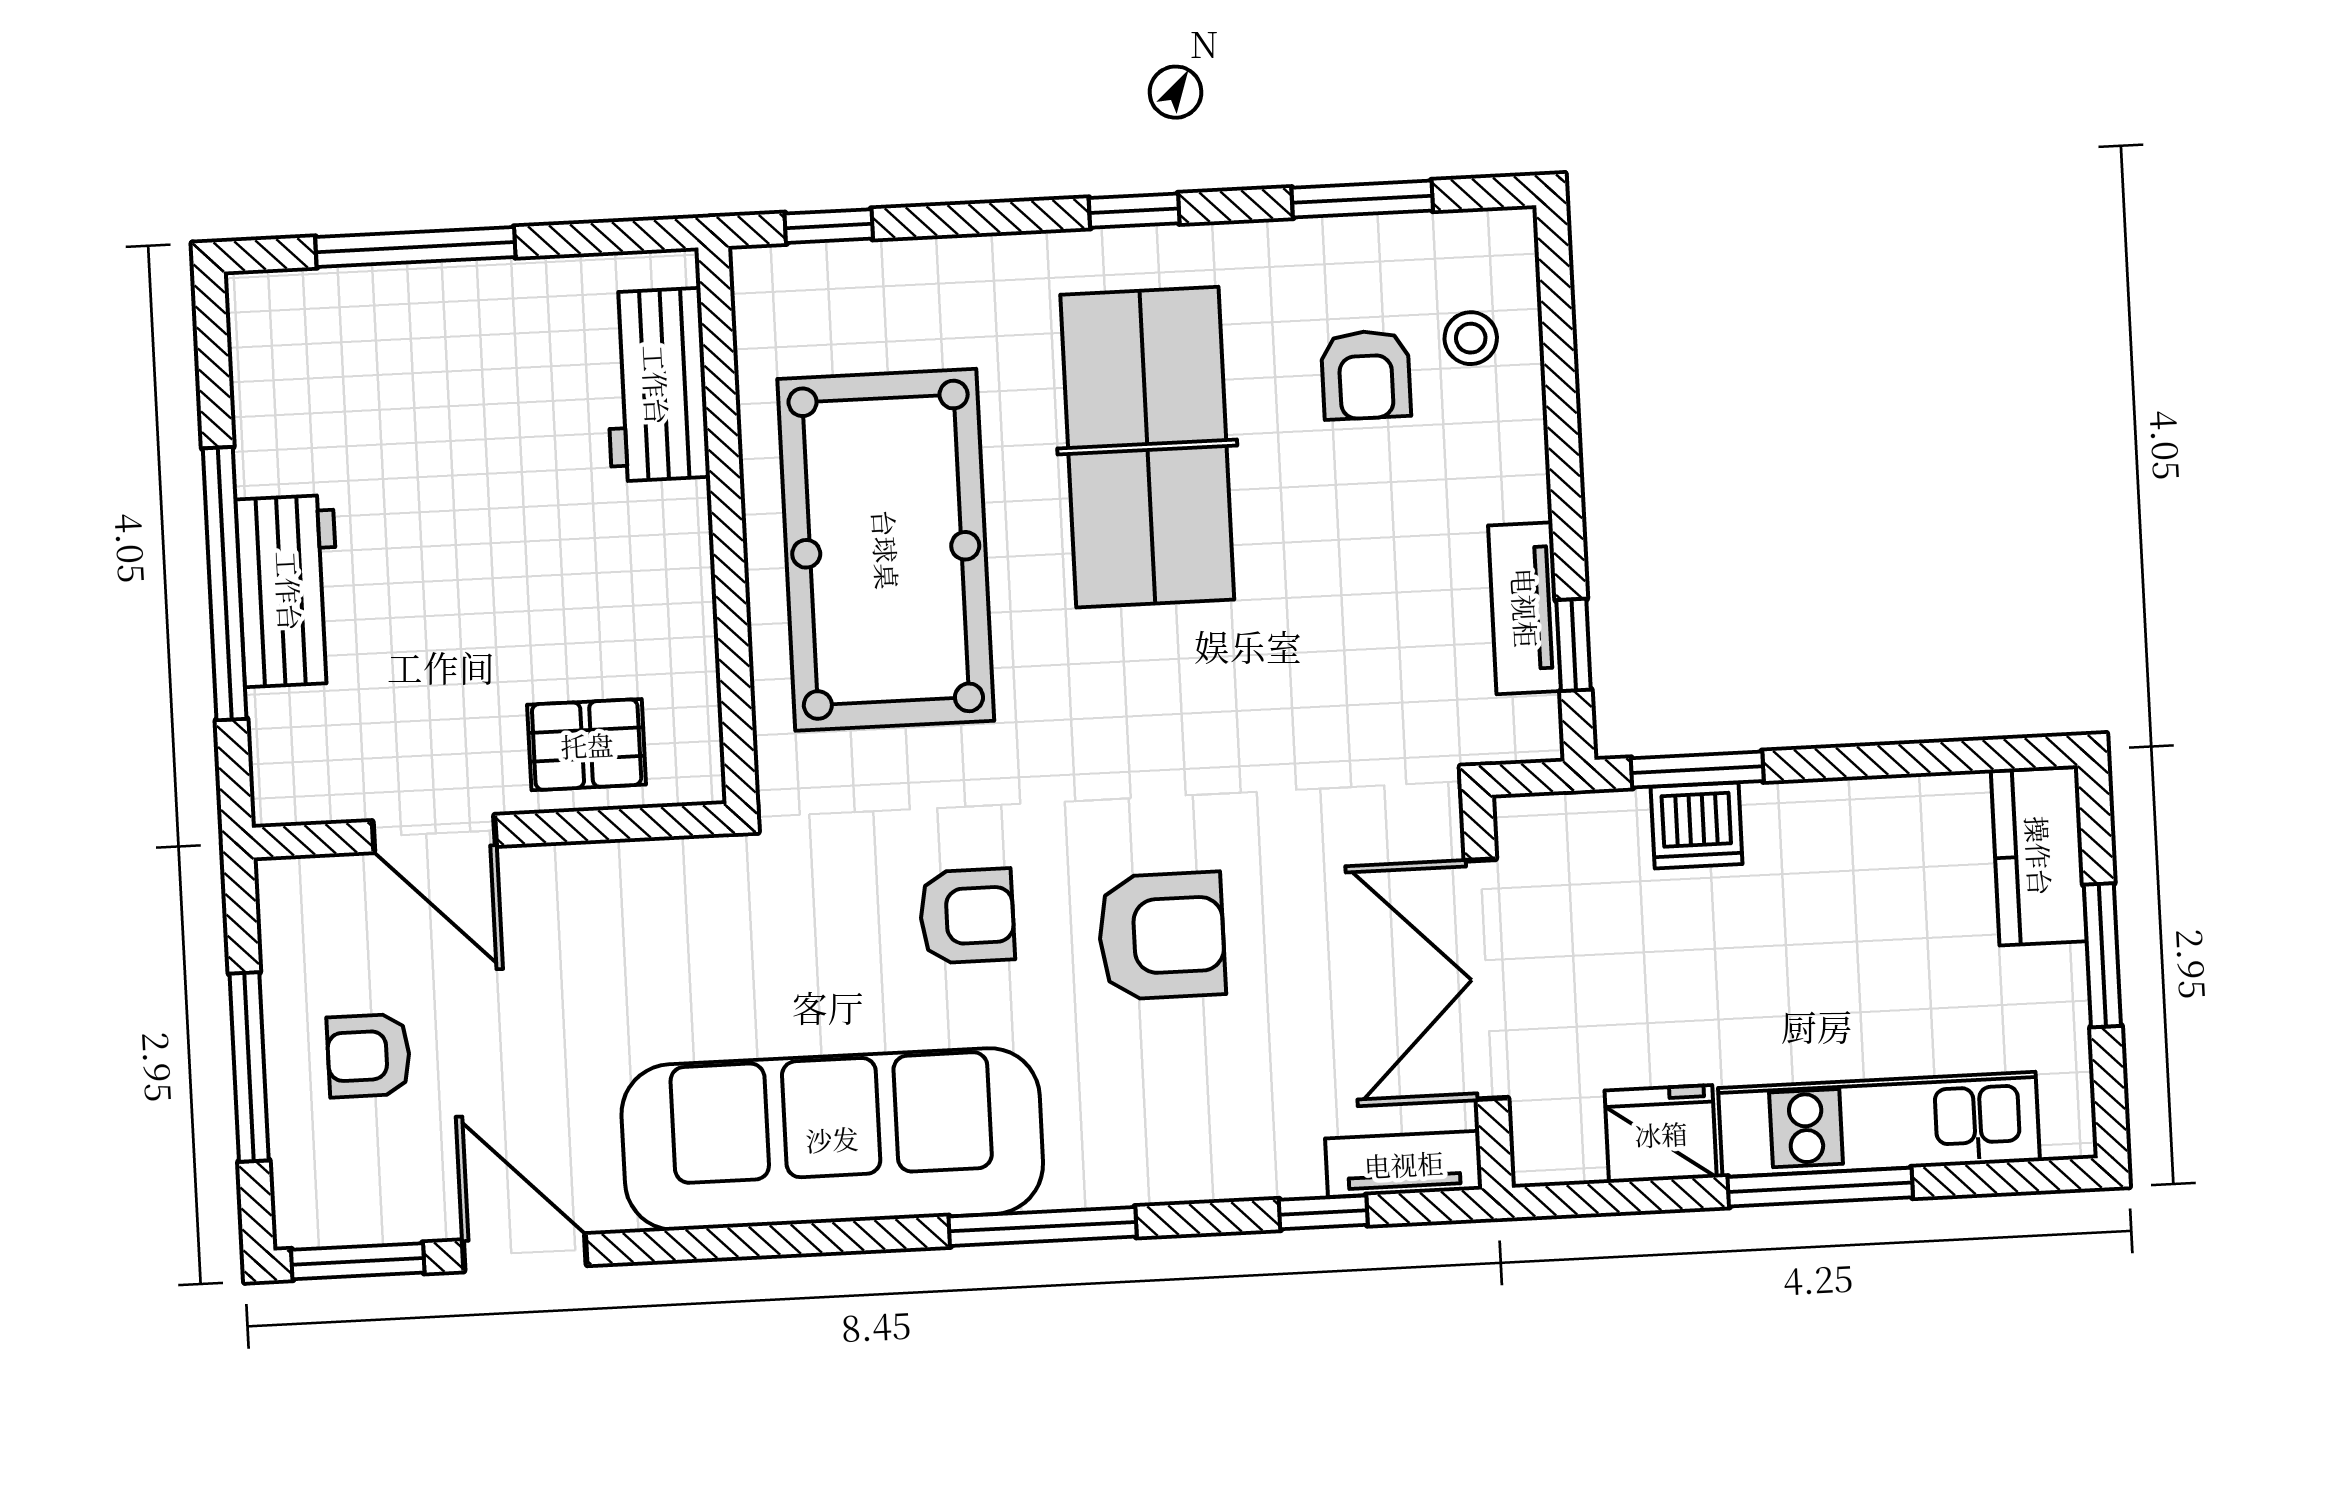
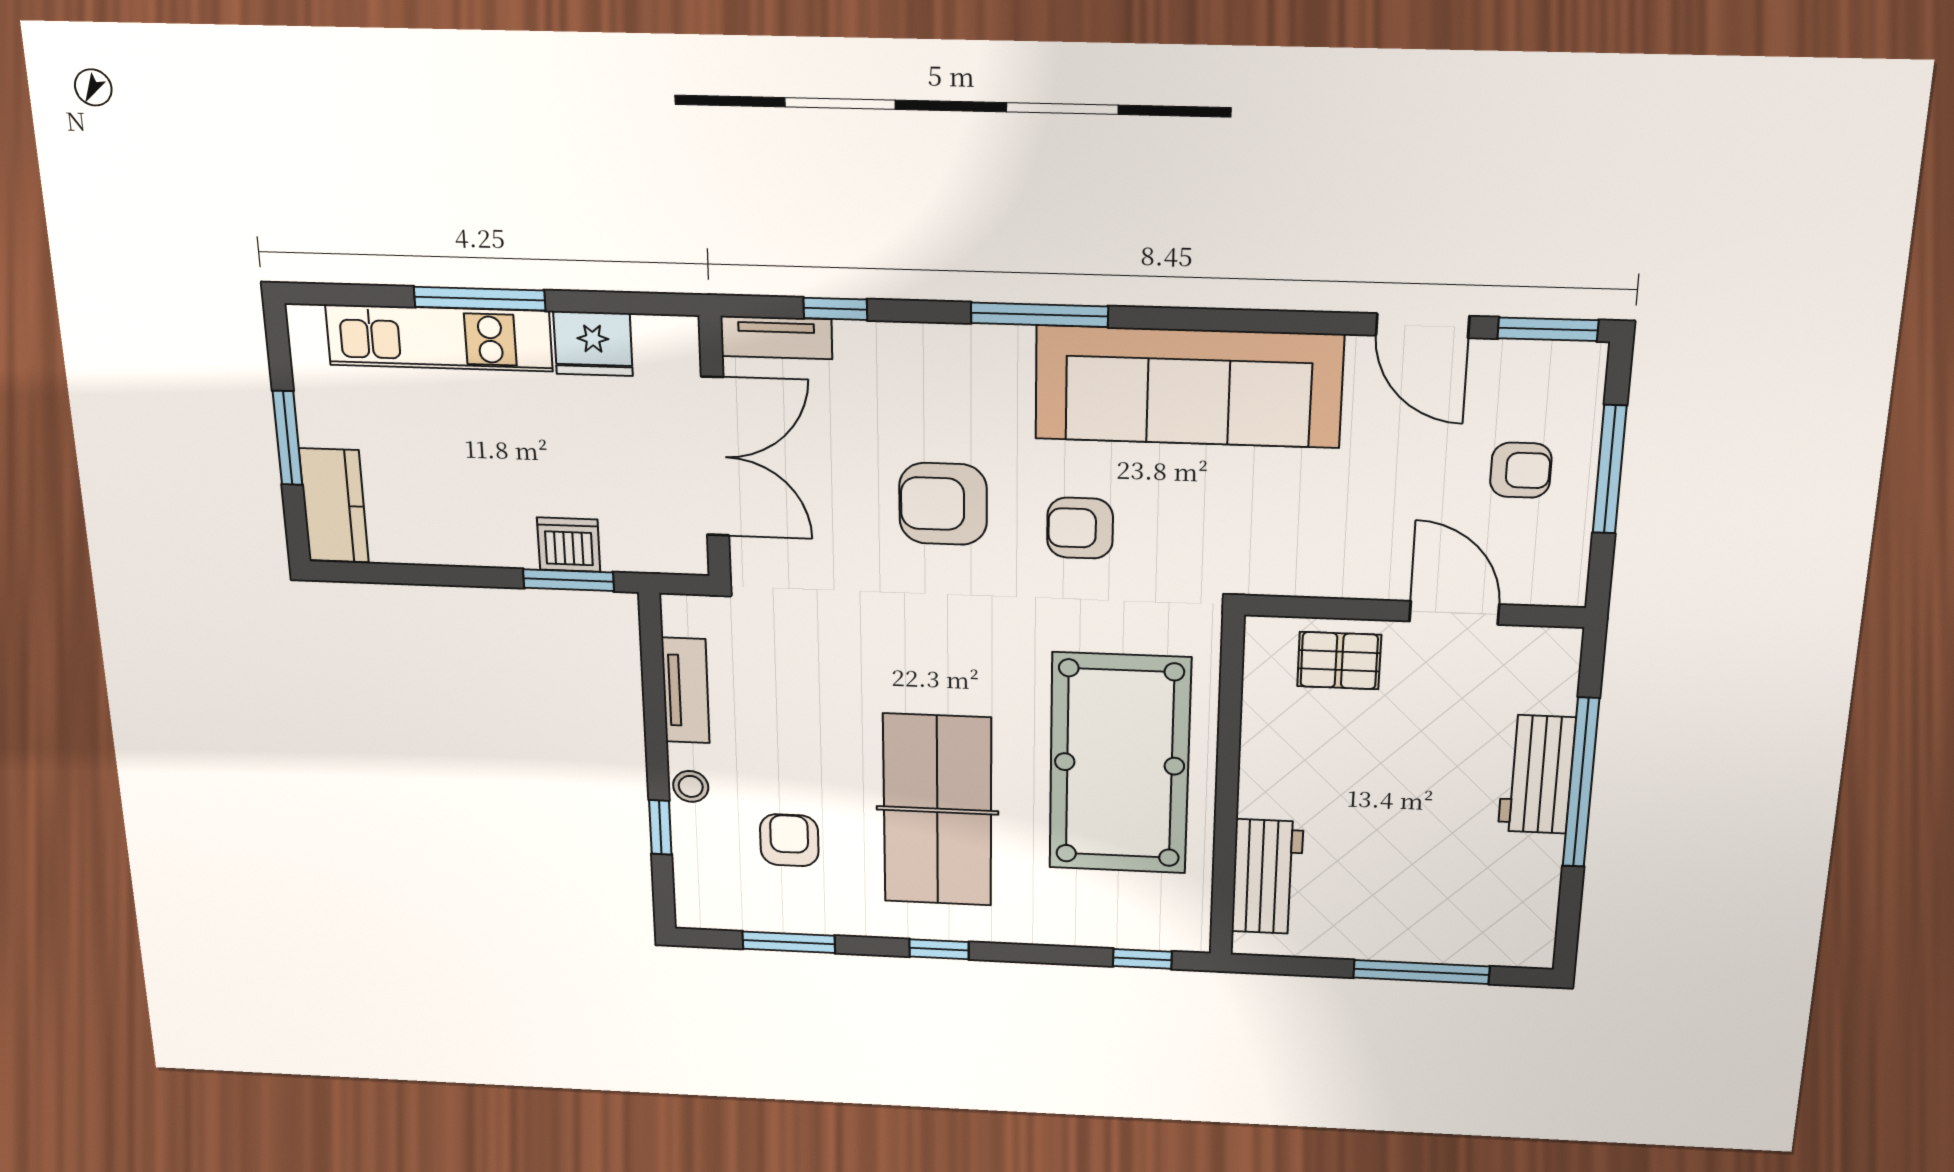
stool: (1471, 338) -> (691, 786), moved
window: (1574, 645) -> (660, 827), moved

